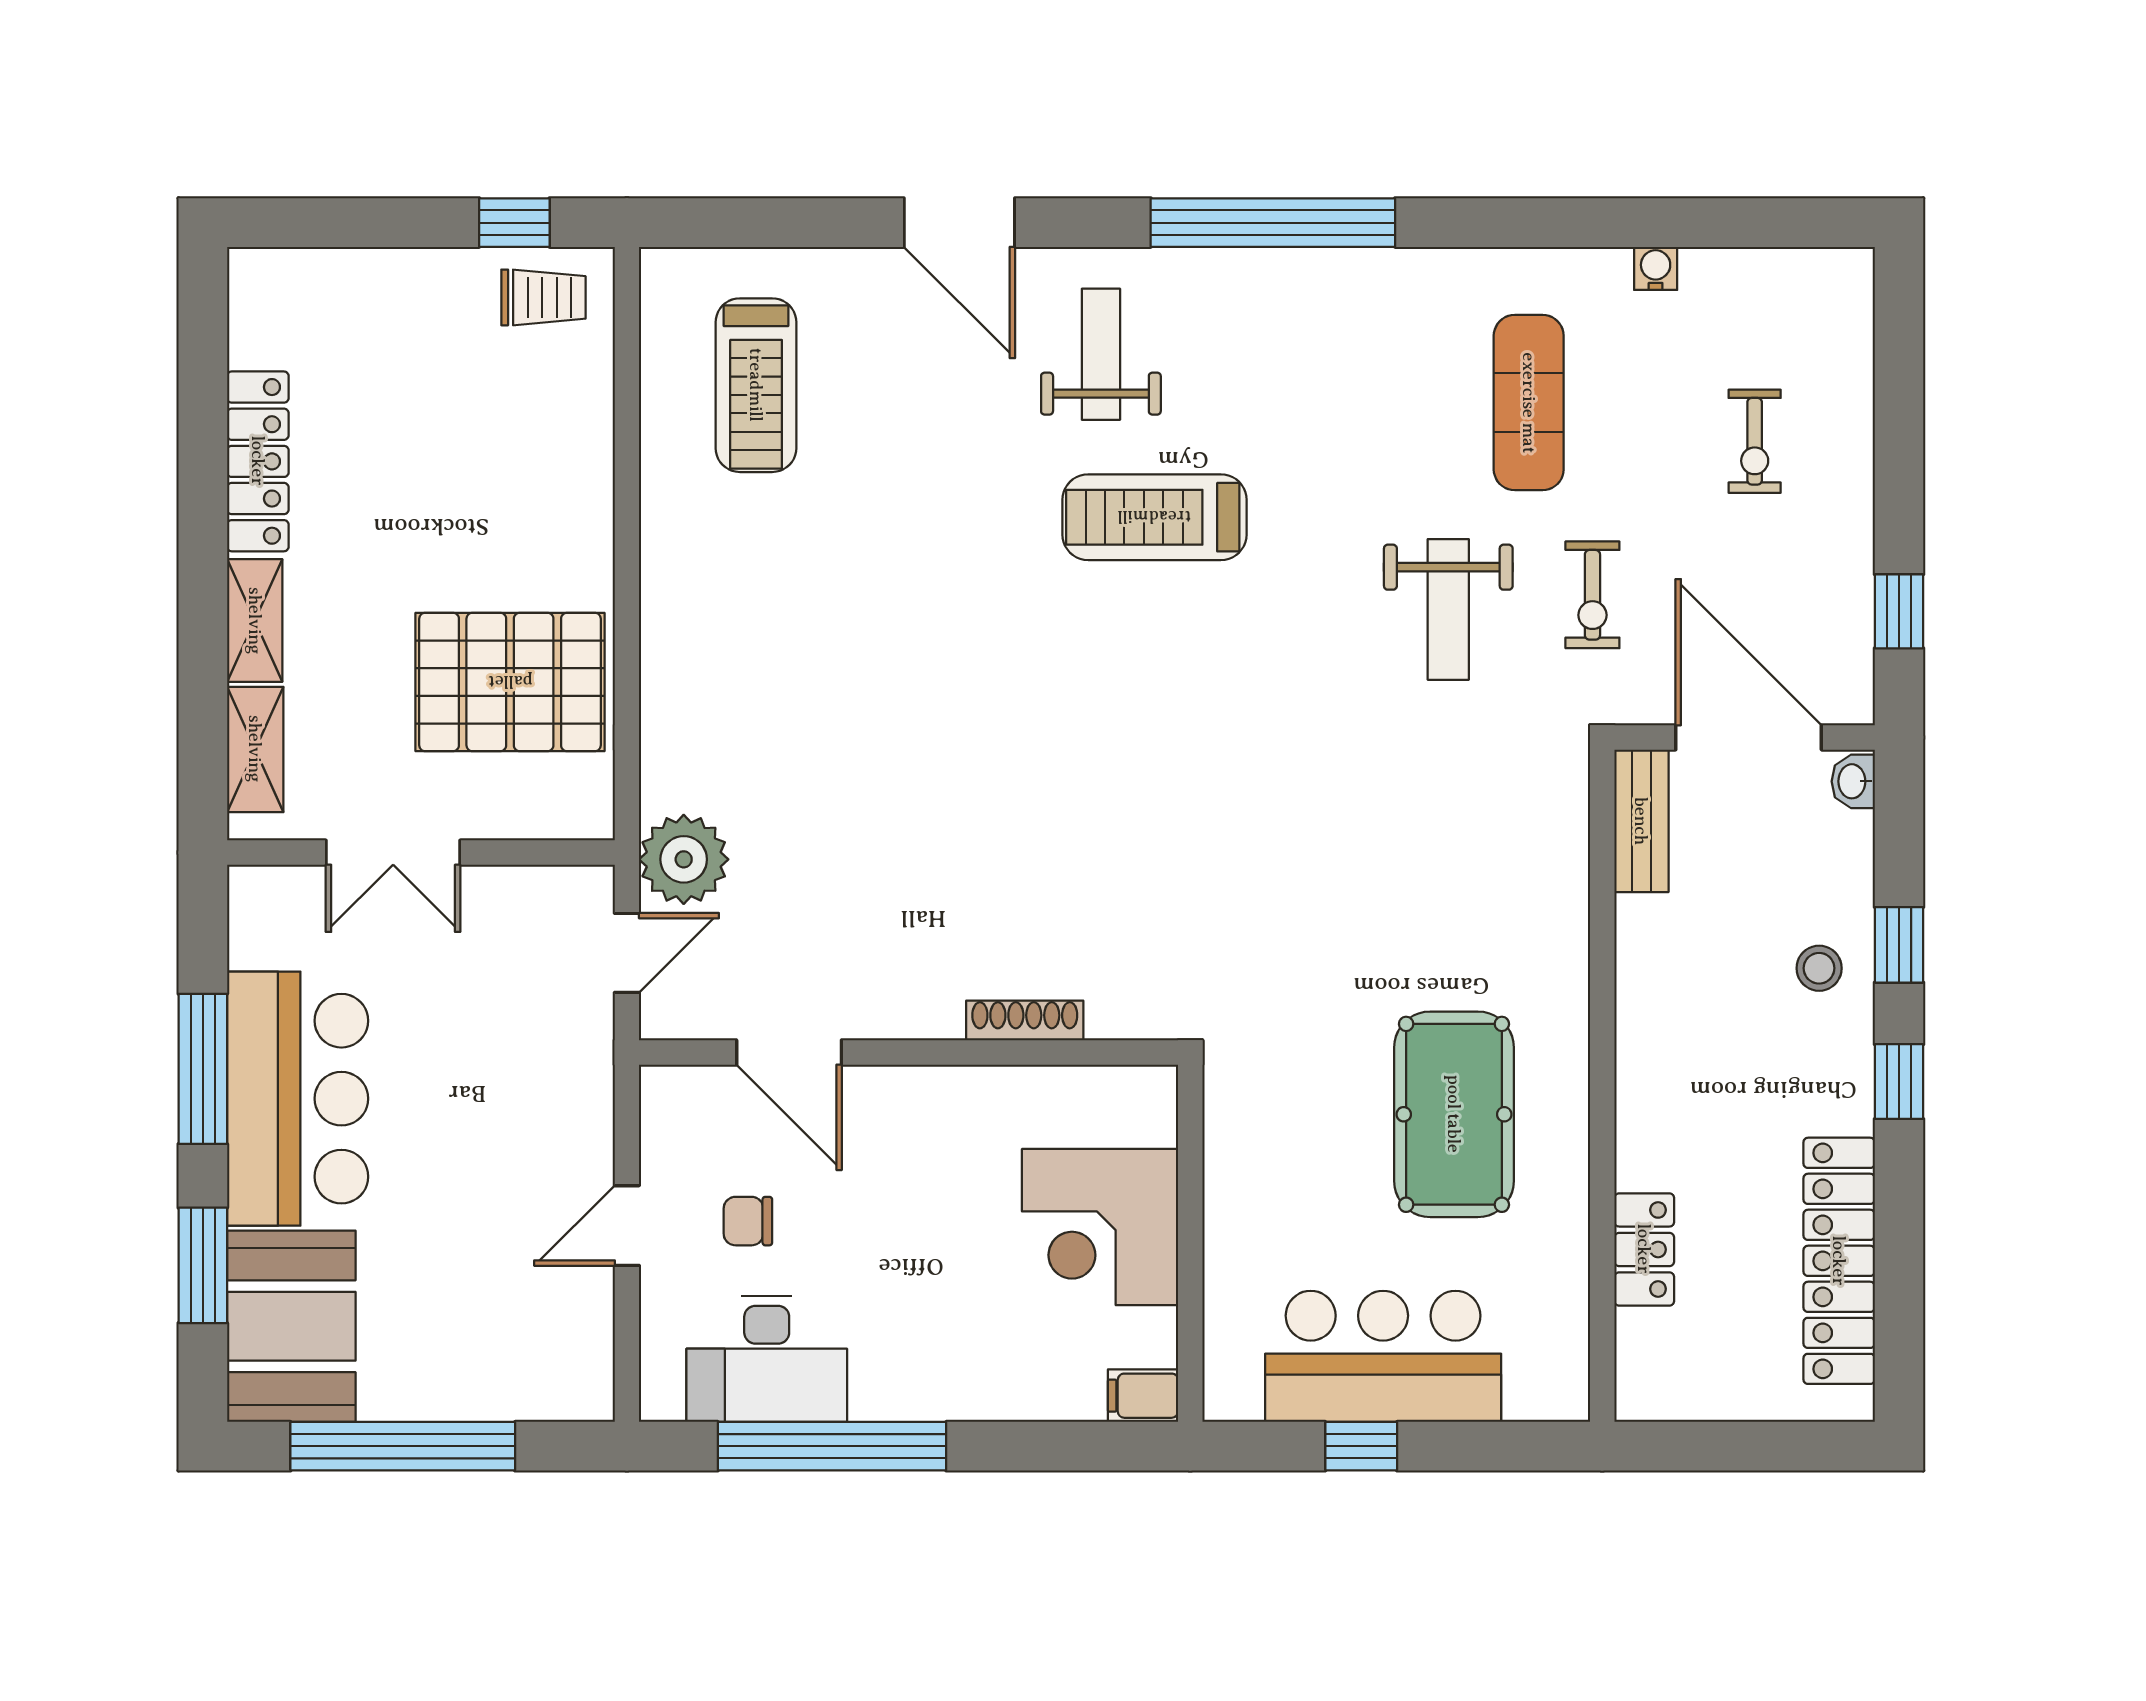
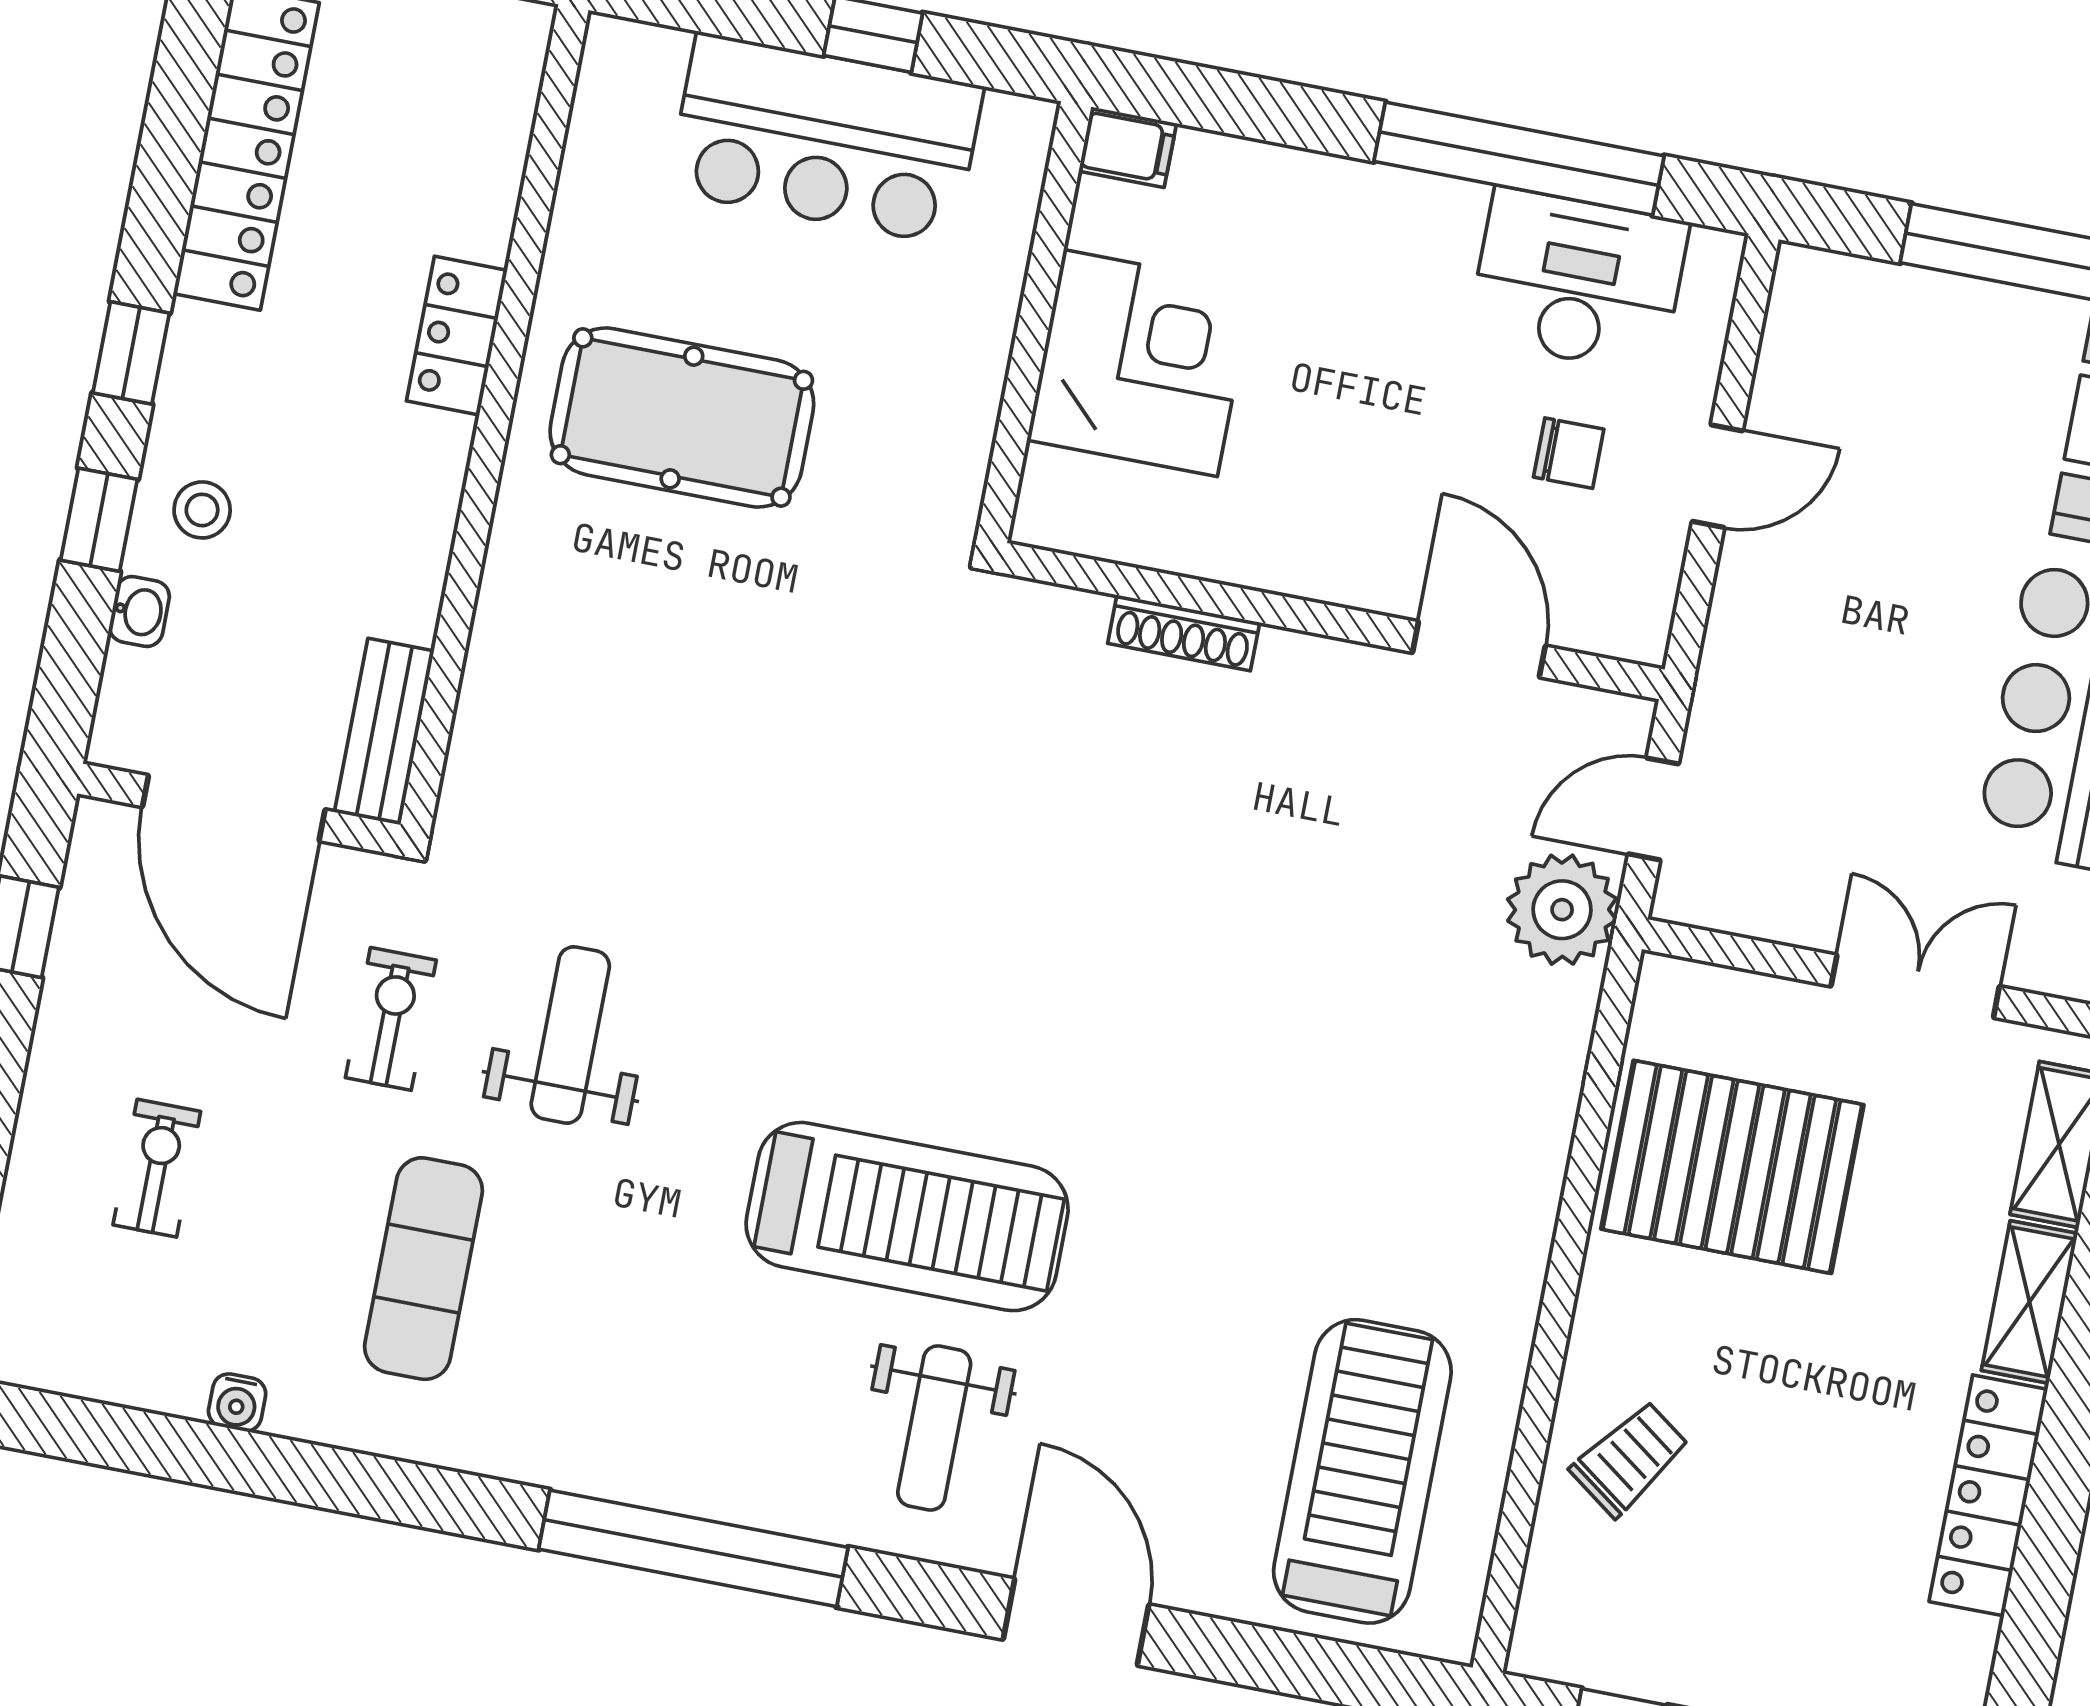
trolley: (543, 297) -> (1630, 1459), moved, turned 126
treadmill: (756, 385) -> (1362, 1471), width x1.37, depth x1.38
treadmill: (1154, 517) -> (907, 1217), width x1.37, depth x1.38
washbasin: (1853, 781) -> (139, 612), moved
pool table: (1454, 1114) -> (682, 417), turned 90
locker: (1644, 1249) -> (457, 336), moved

